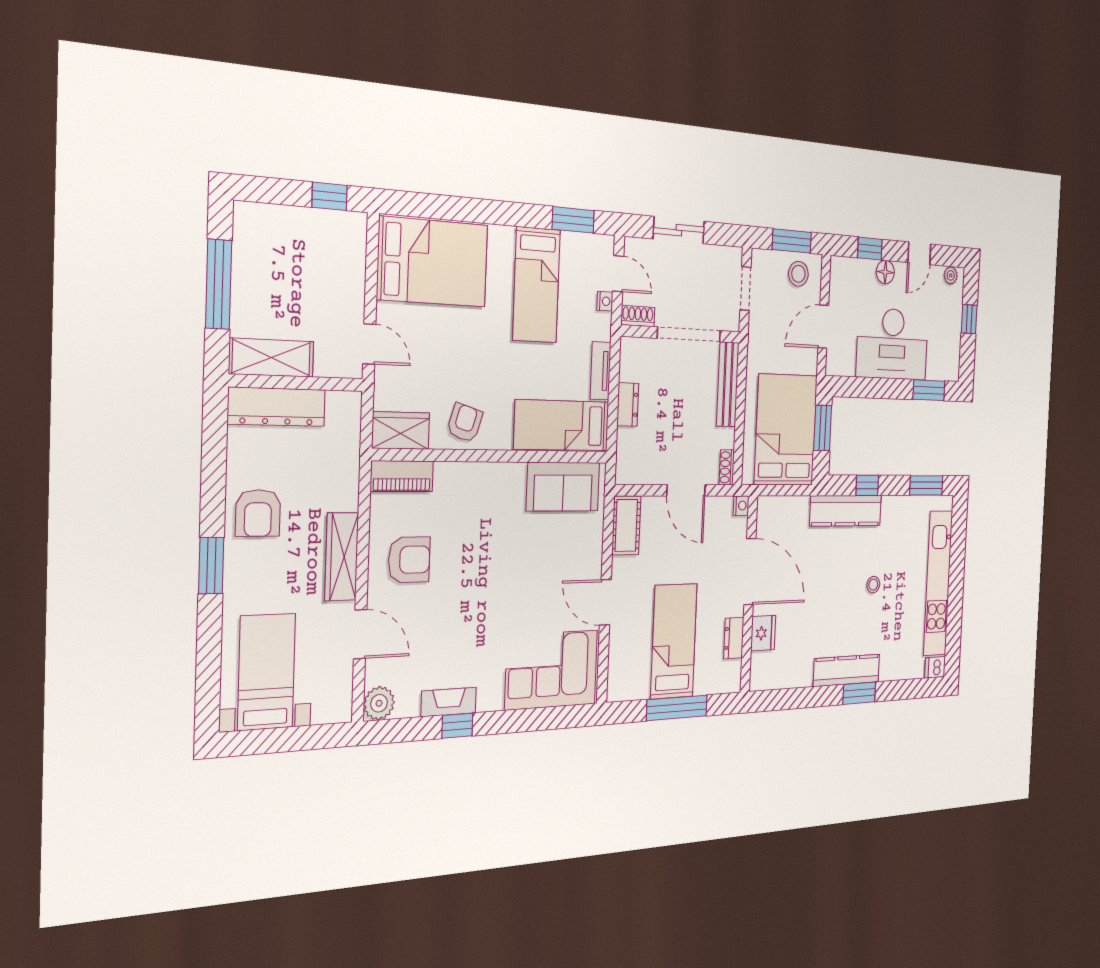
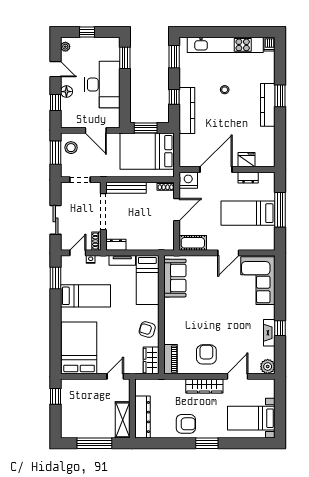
dresser: (628, 405) -> (116, 245), moved
nightstand: (741, 506) -> (188, 180), width x1.89, depth x1.79

